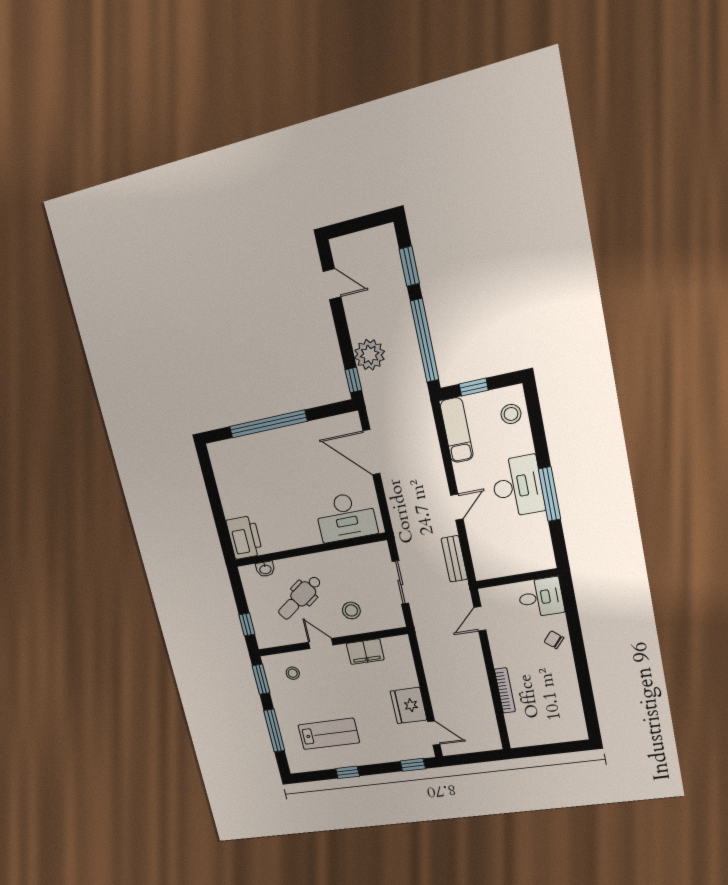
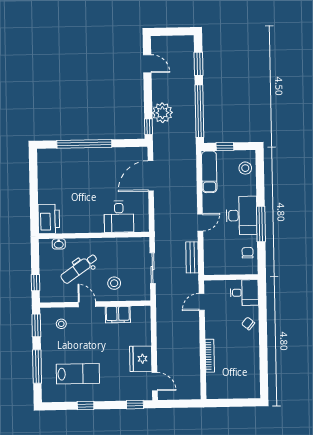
door: (371, 452) -> (151, 176), hinge flipped
desk: (346, 517) -> (119, 217), width x0.73
chair: (536, 540) -> (248, 253), added

